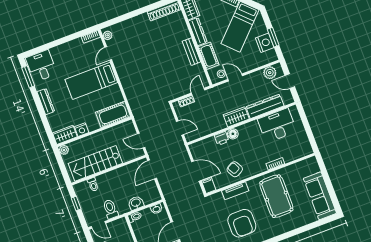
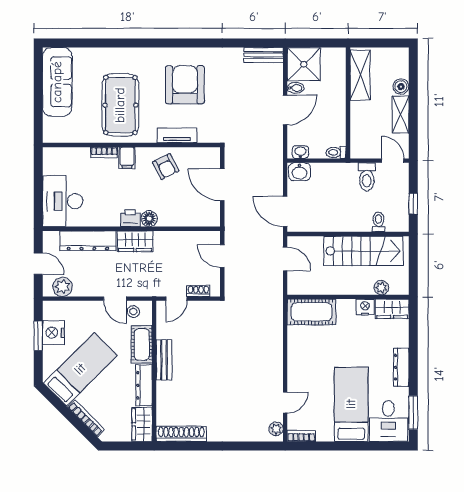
bed: (91, 81) -> (351, 404), moved, turned -90
desk: (277, 125) -> (63, 201), moved, turned 90
printer: (222, 138) -> (130, 218), moved
plant: (64, 150) -> (381, 288), moved
door: (152, 169) -> (285, 211), swing flipped
filing cabinet: (209, 185) -> (127, 158), moved
washbasin: (136, 203) -> (300, 172), moved

